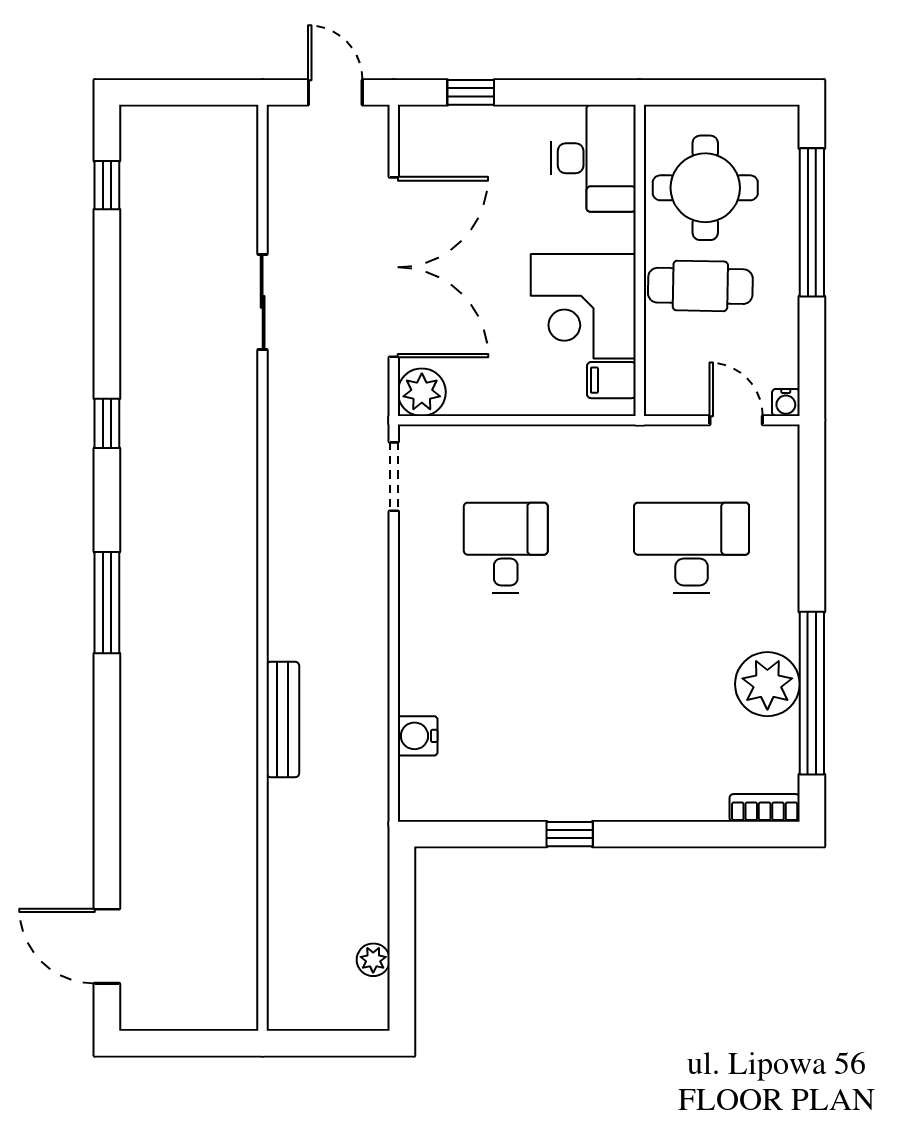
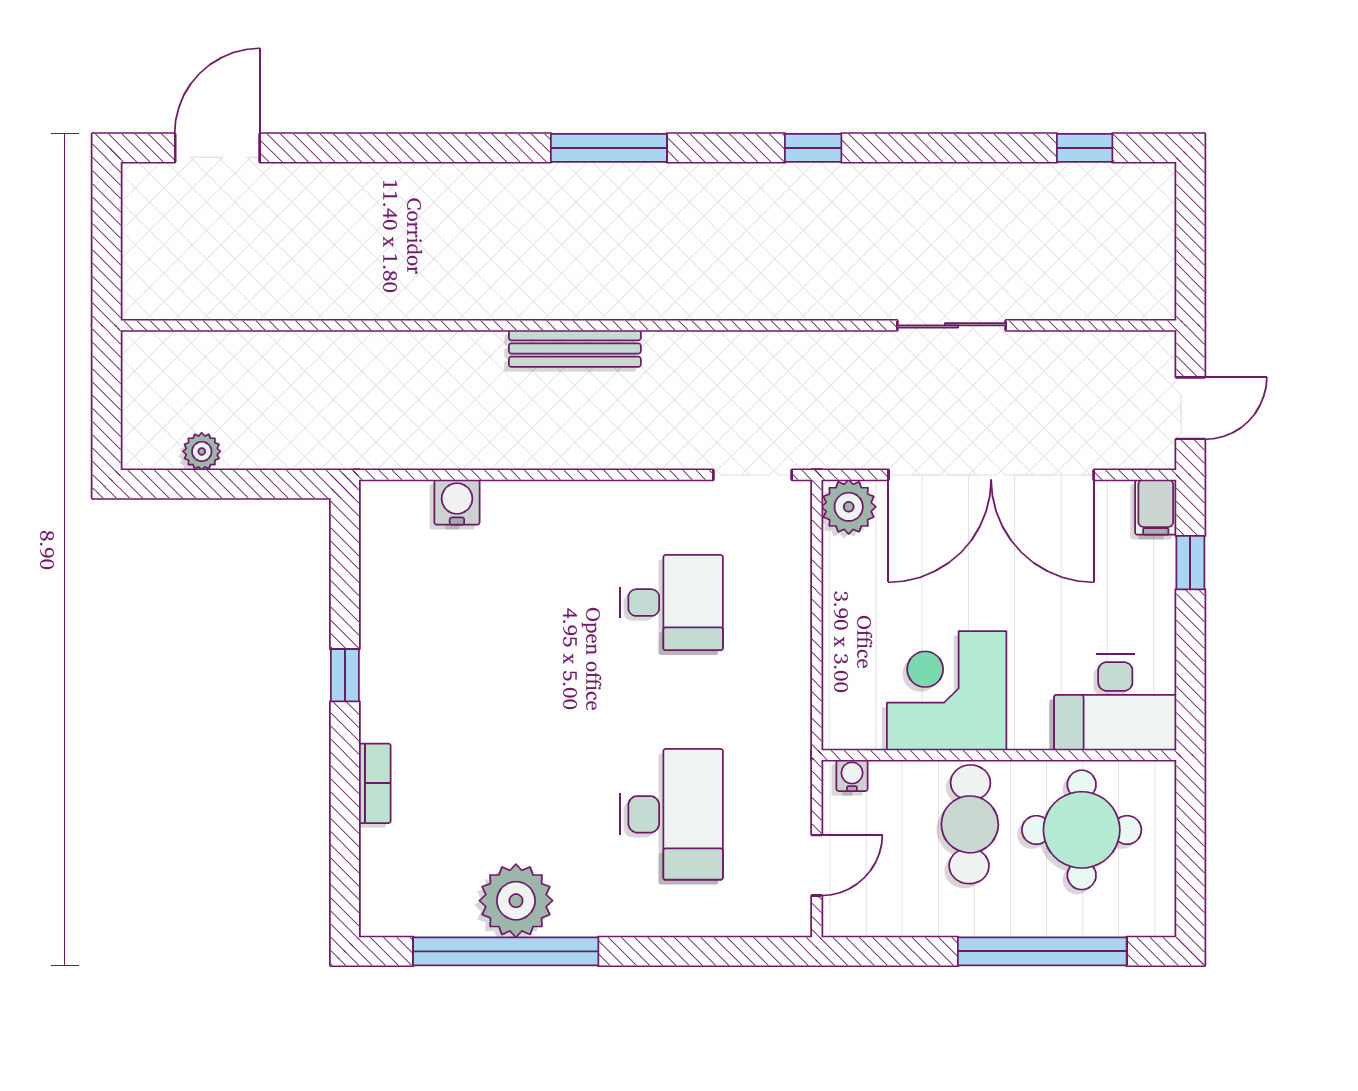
filing cabinet: (611, 380) -> (1156, 507), moved, turned 180
water cooler: (786, 402) -> (852, 775), moved, turned 90
bench: (283, 719) -> (575, 348), moved
bookcase: (765, 808) -> (375, 783), moved

